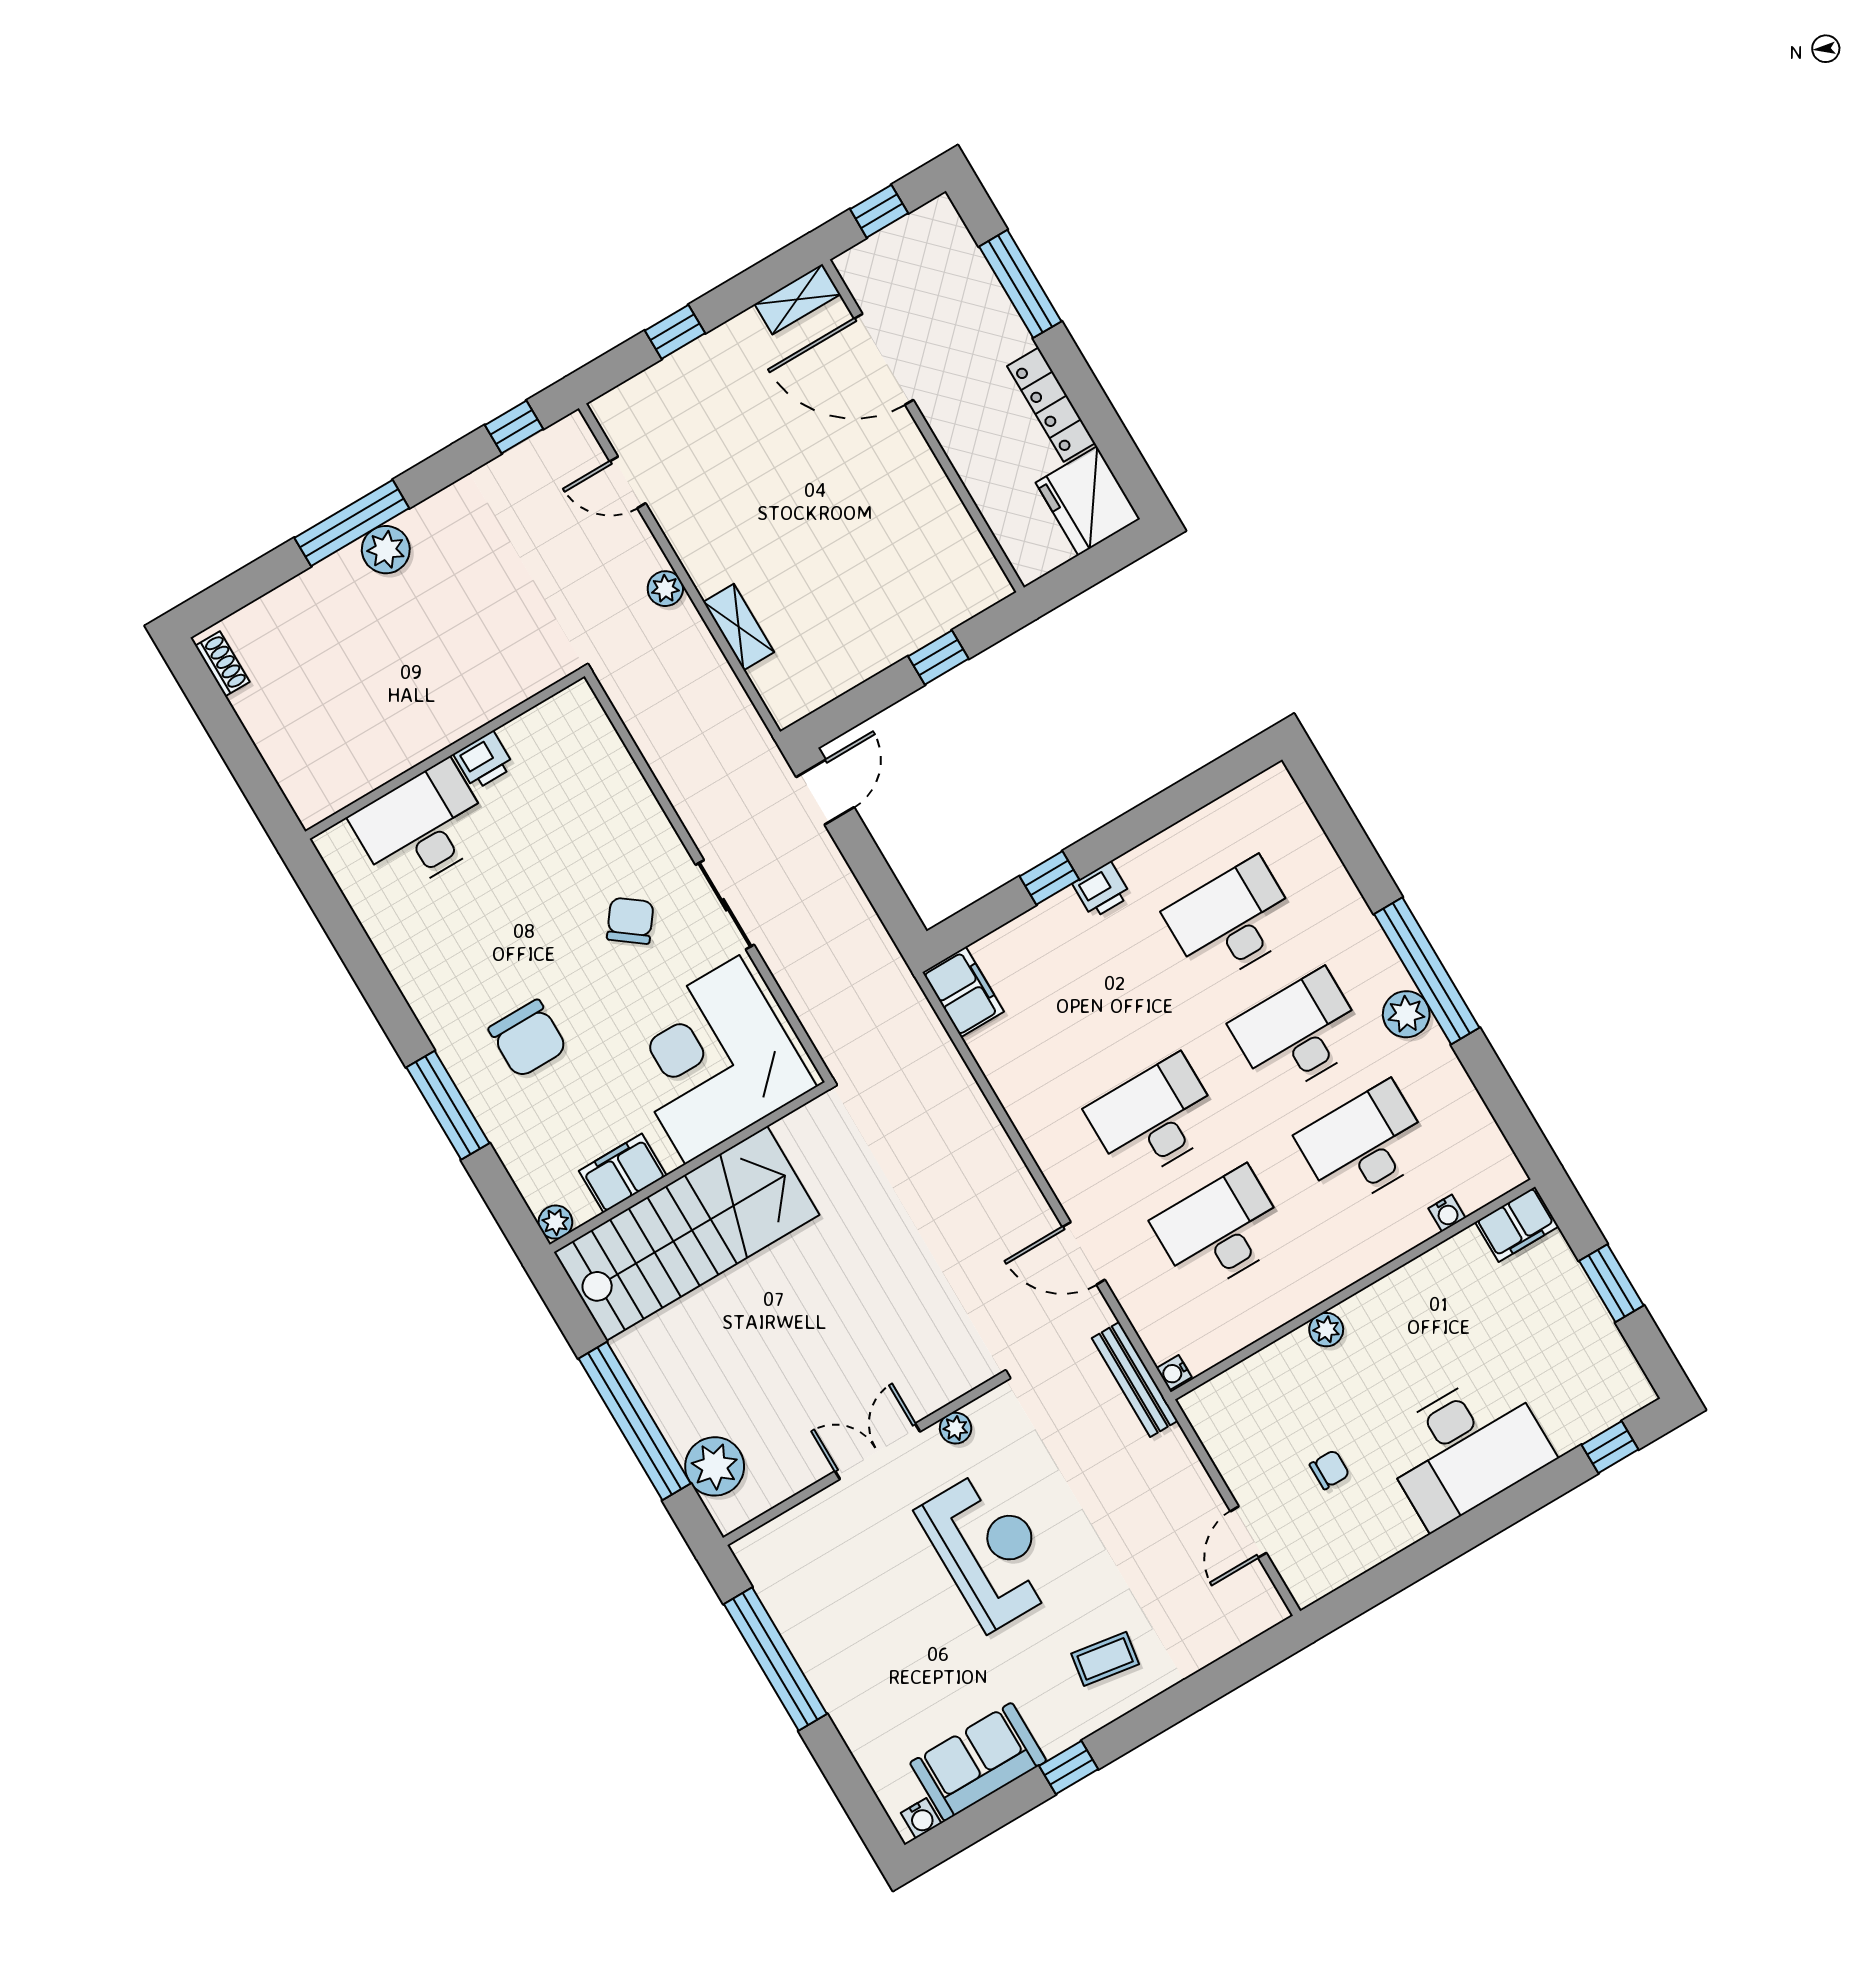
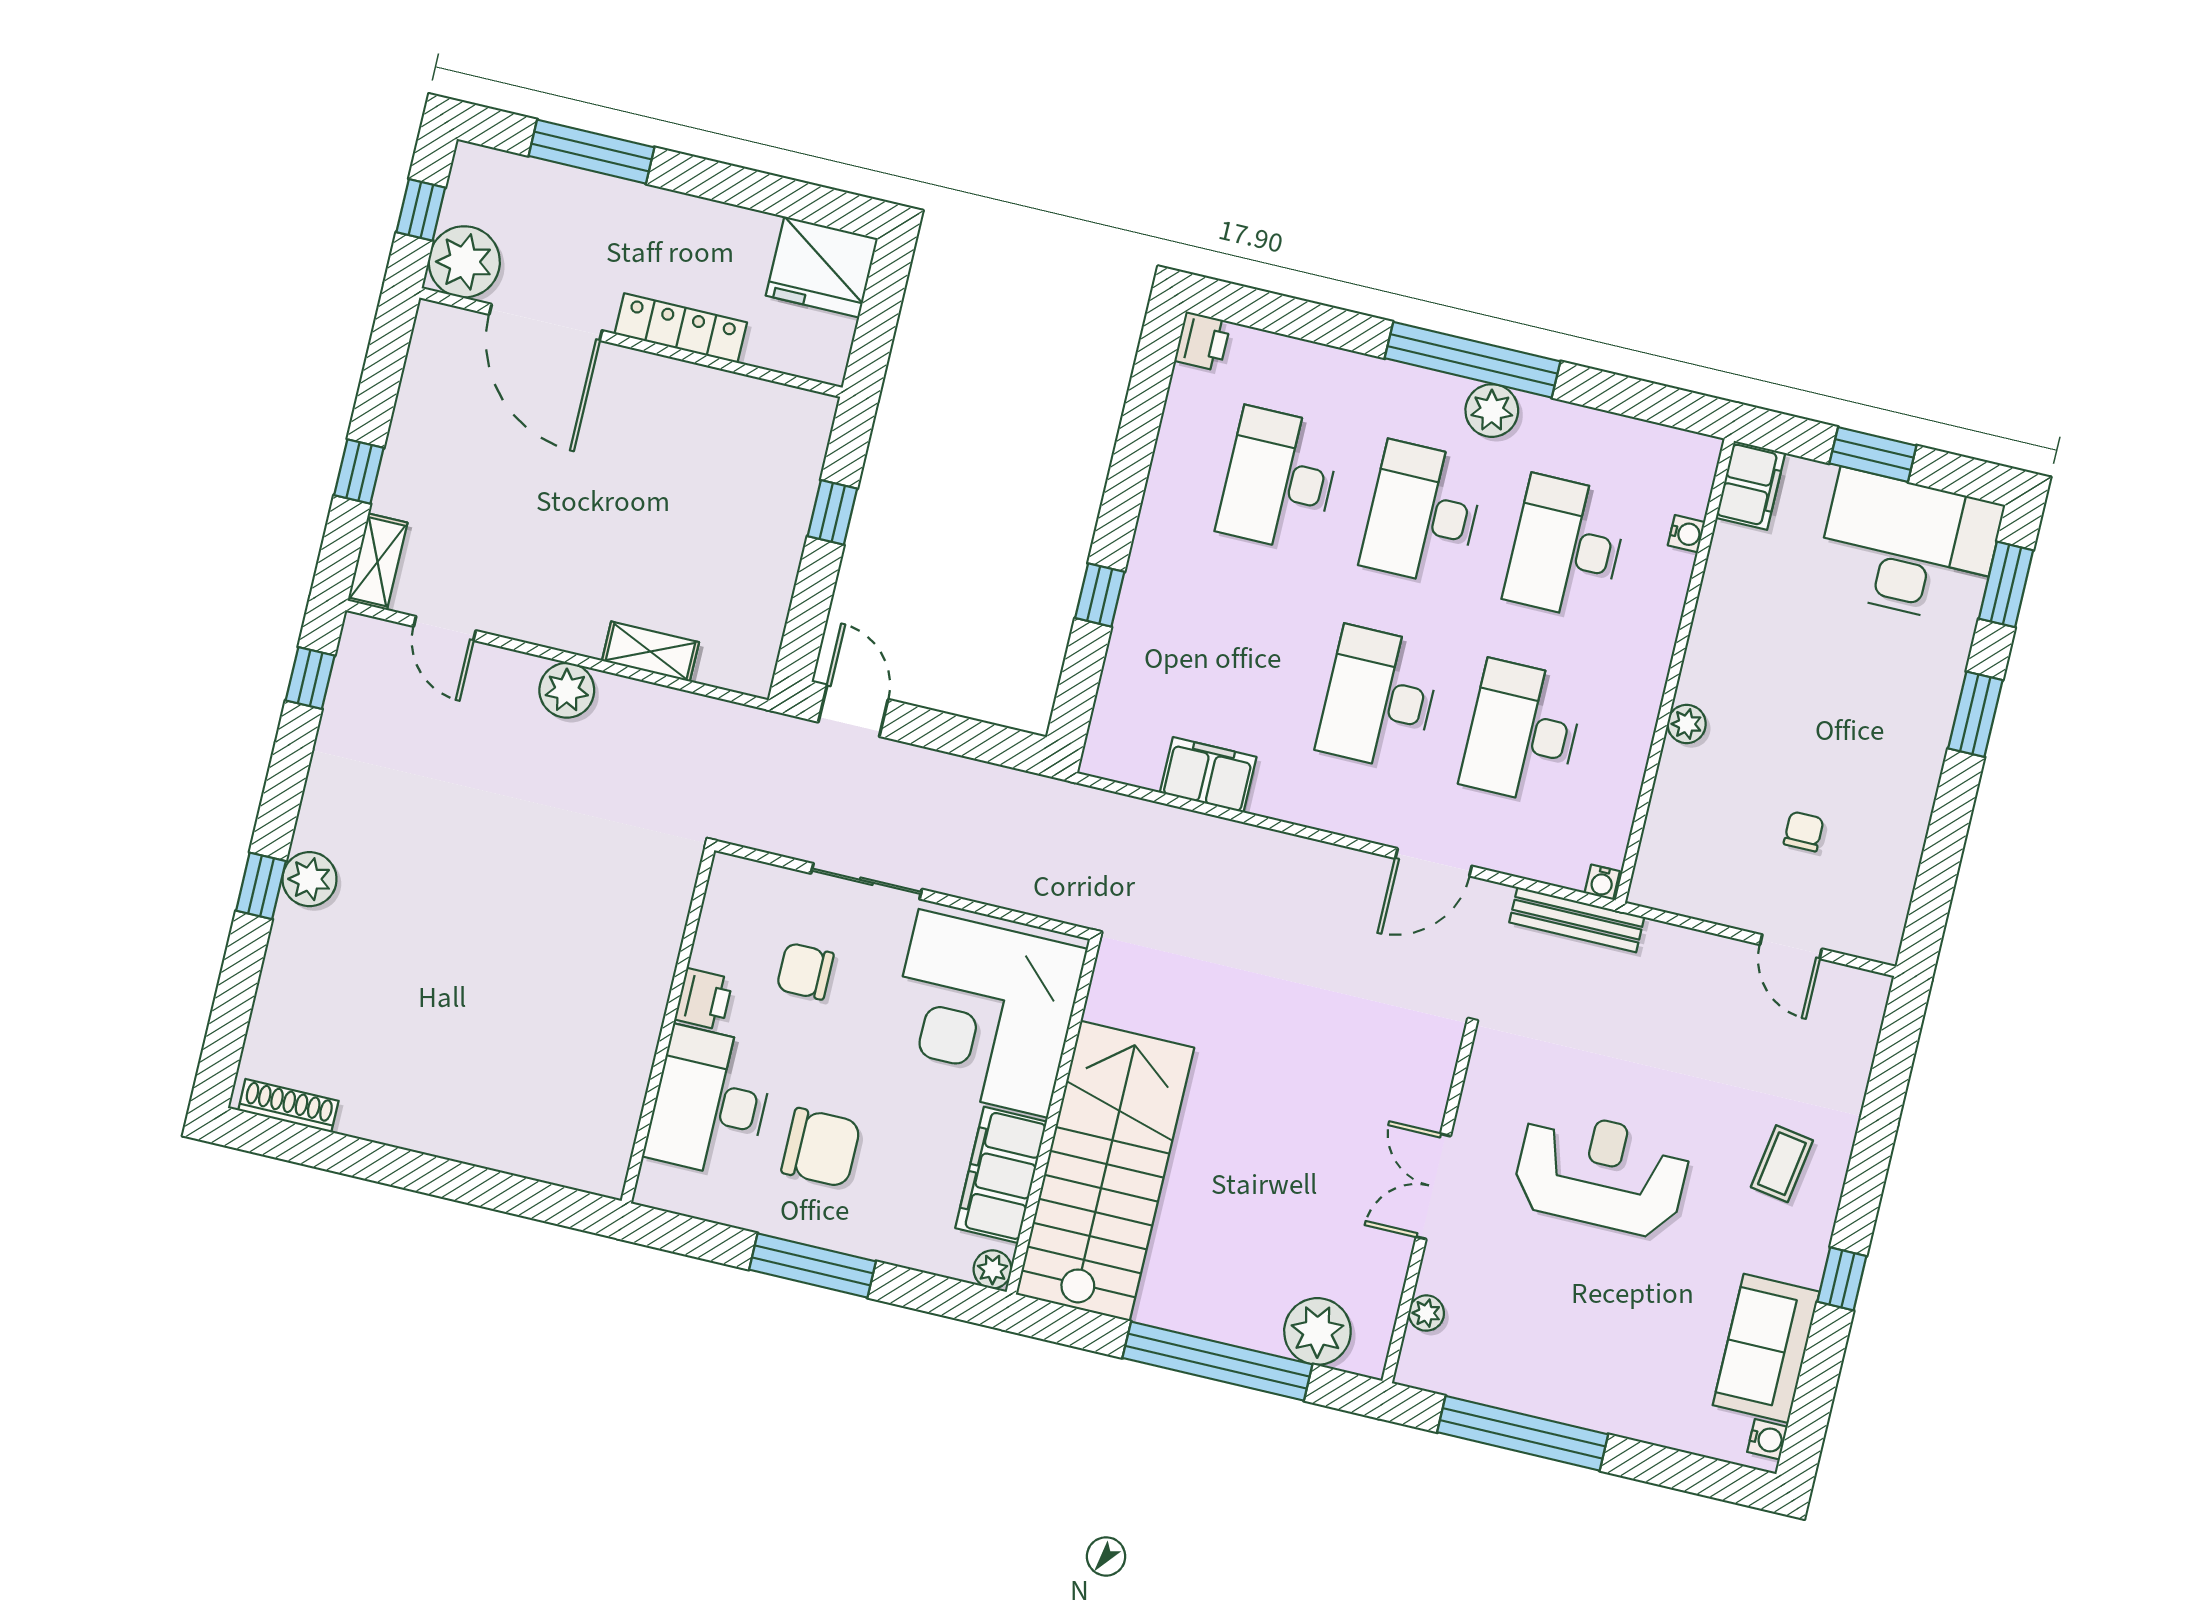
plant: (873, 271) -> (464, 262), added
shelving: (797, 299) -> (378, 562), moved
door: (884, 359) -> (546, 322), hinge flipped
locker: (1051, 405) -> (681, 328), moved, turned 180
door: (628, 482) -> (445, 629), hinge flipped
window: (352, 523) -> (261, 886), width x0.46
plant: (665, 589) -> (567, 690), width x1.38, depth x1.38
shoe rack: (222, 664) -> (288, 1106), width x1.43
wall: (445, 754) -> (668, 1026), moved
printer: (484, 760) -> (704, 999), moved
desk: (422, 827) -> (710, 1102), moved
printer: (1102, 890) -> (1203, 341), moved
chair: (630, 921) -> (805, 971), turned -37
filing cabinet: (963, 992) -> (1208, 775), moved
filing cabinet: (623, 1173) -> (1001, 1175), width x1.50, depth x1.17
plant: (956, 1428) -> (1426, 1313), moved
window: (1610, 1447) -> (2006, 584), width x1.50
desk: (1466, 1448) -> (1909, 547), moved, turned -90
window: (1509, 1507) -> (1975, 714), added

